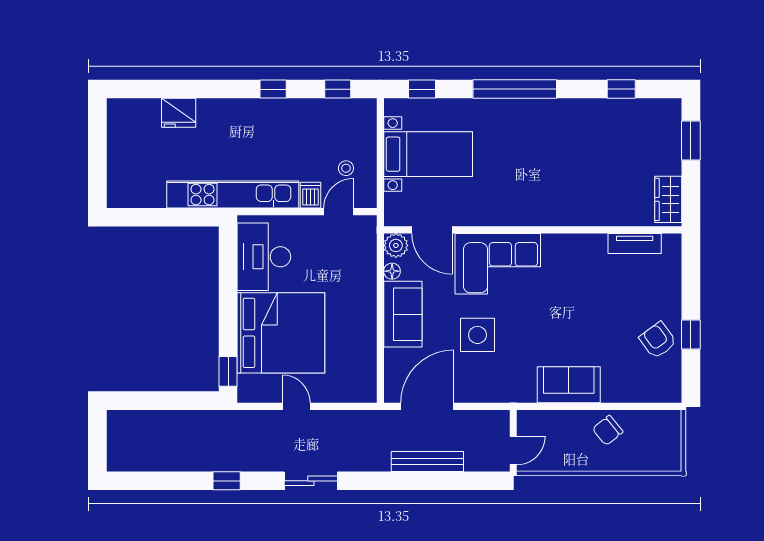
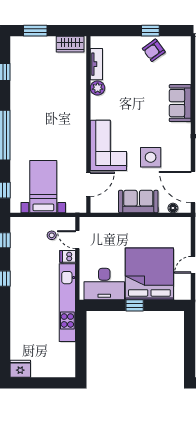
fridge: (179, 113) -> (20, 369), moved, turned -90
plant: (396, 245) -> (98, 88), moved
floor lamp: (392, 271) -> (173, 208), moved
window: (228, 371) -> (135, 305), moved

